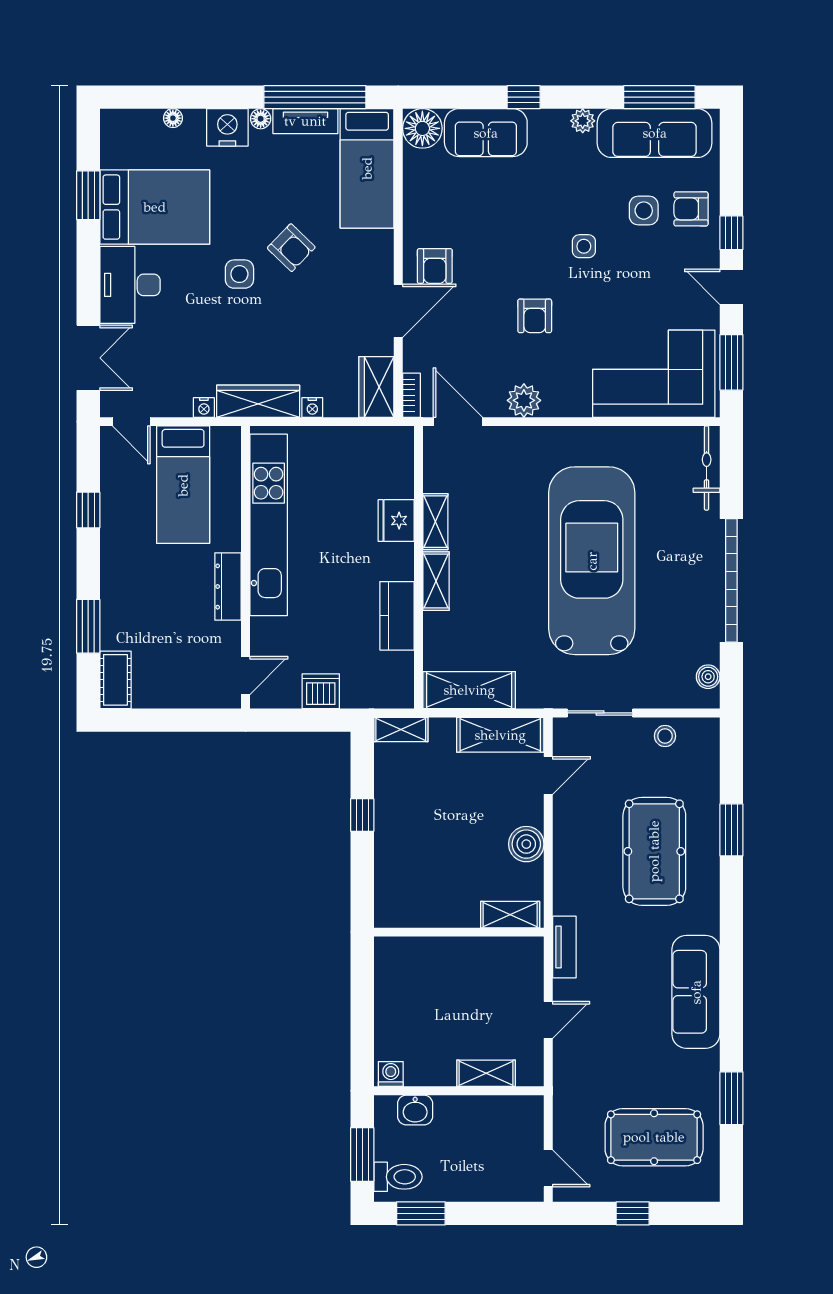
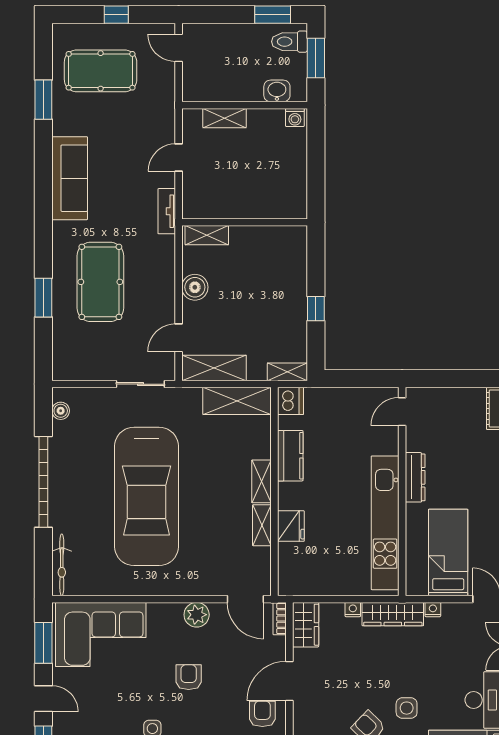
dishwasher: (321, 691) -> (290, 401), moved, turned -90
stool: (665, 736) -> (92, 367), removed

